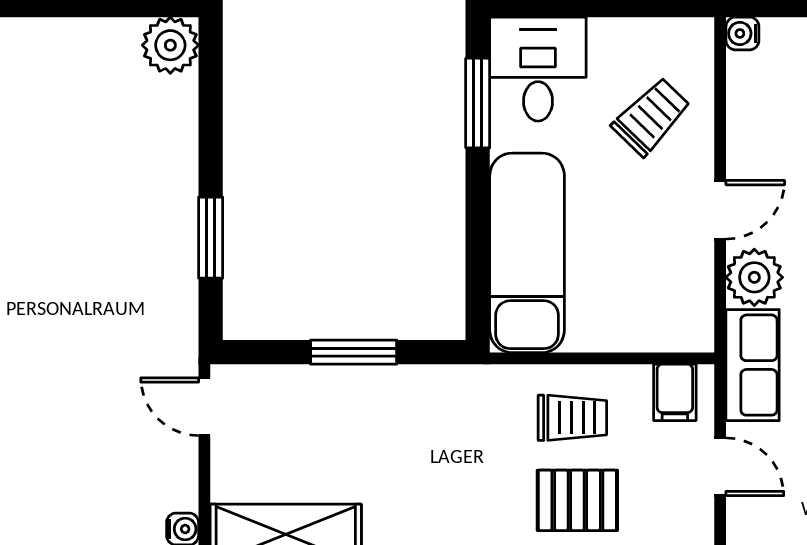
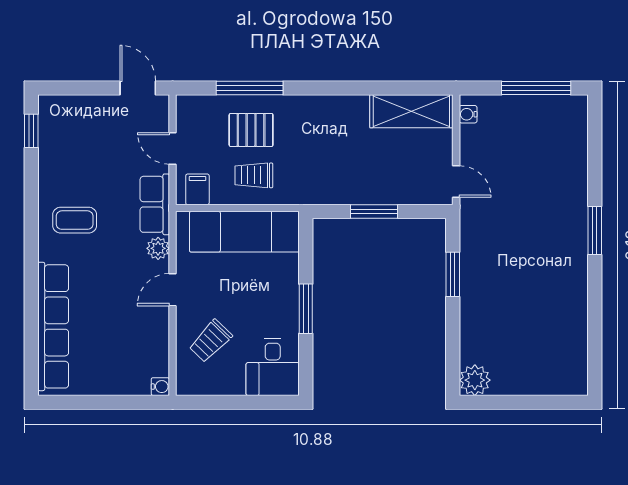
window: (478, 103) -> (306, 309), moved
exam couch: (527, 253) -> (244, 232), moved, turned -90
plant: (754, 277) -> (158, 248), width x0.73, depth x0.73

